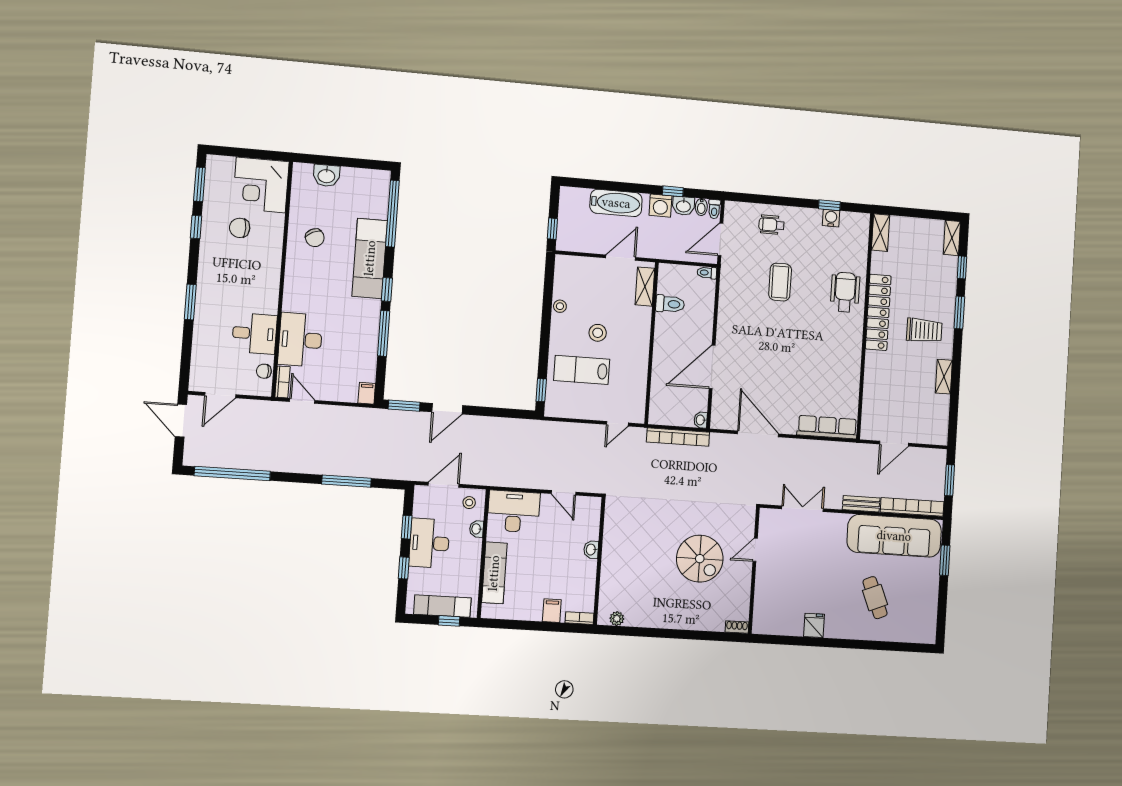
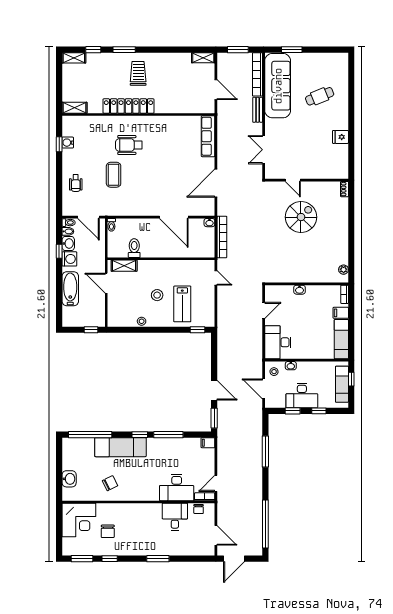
coffee table: (780, 282) -> (114, 175), turned 90
wheelchair: (845, 292) -> (129, 145), moved
shelving: (944, 377) -> (203, 58), moved
exam couch: (494, 573) -> (341, 339), moved, turned -90

